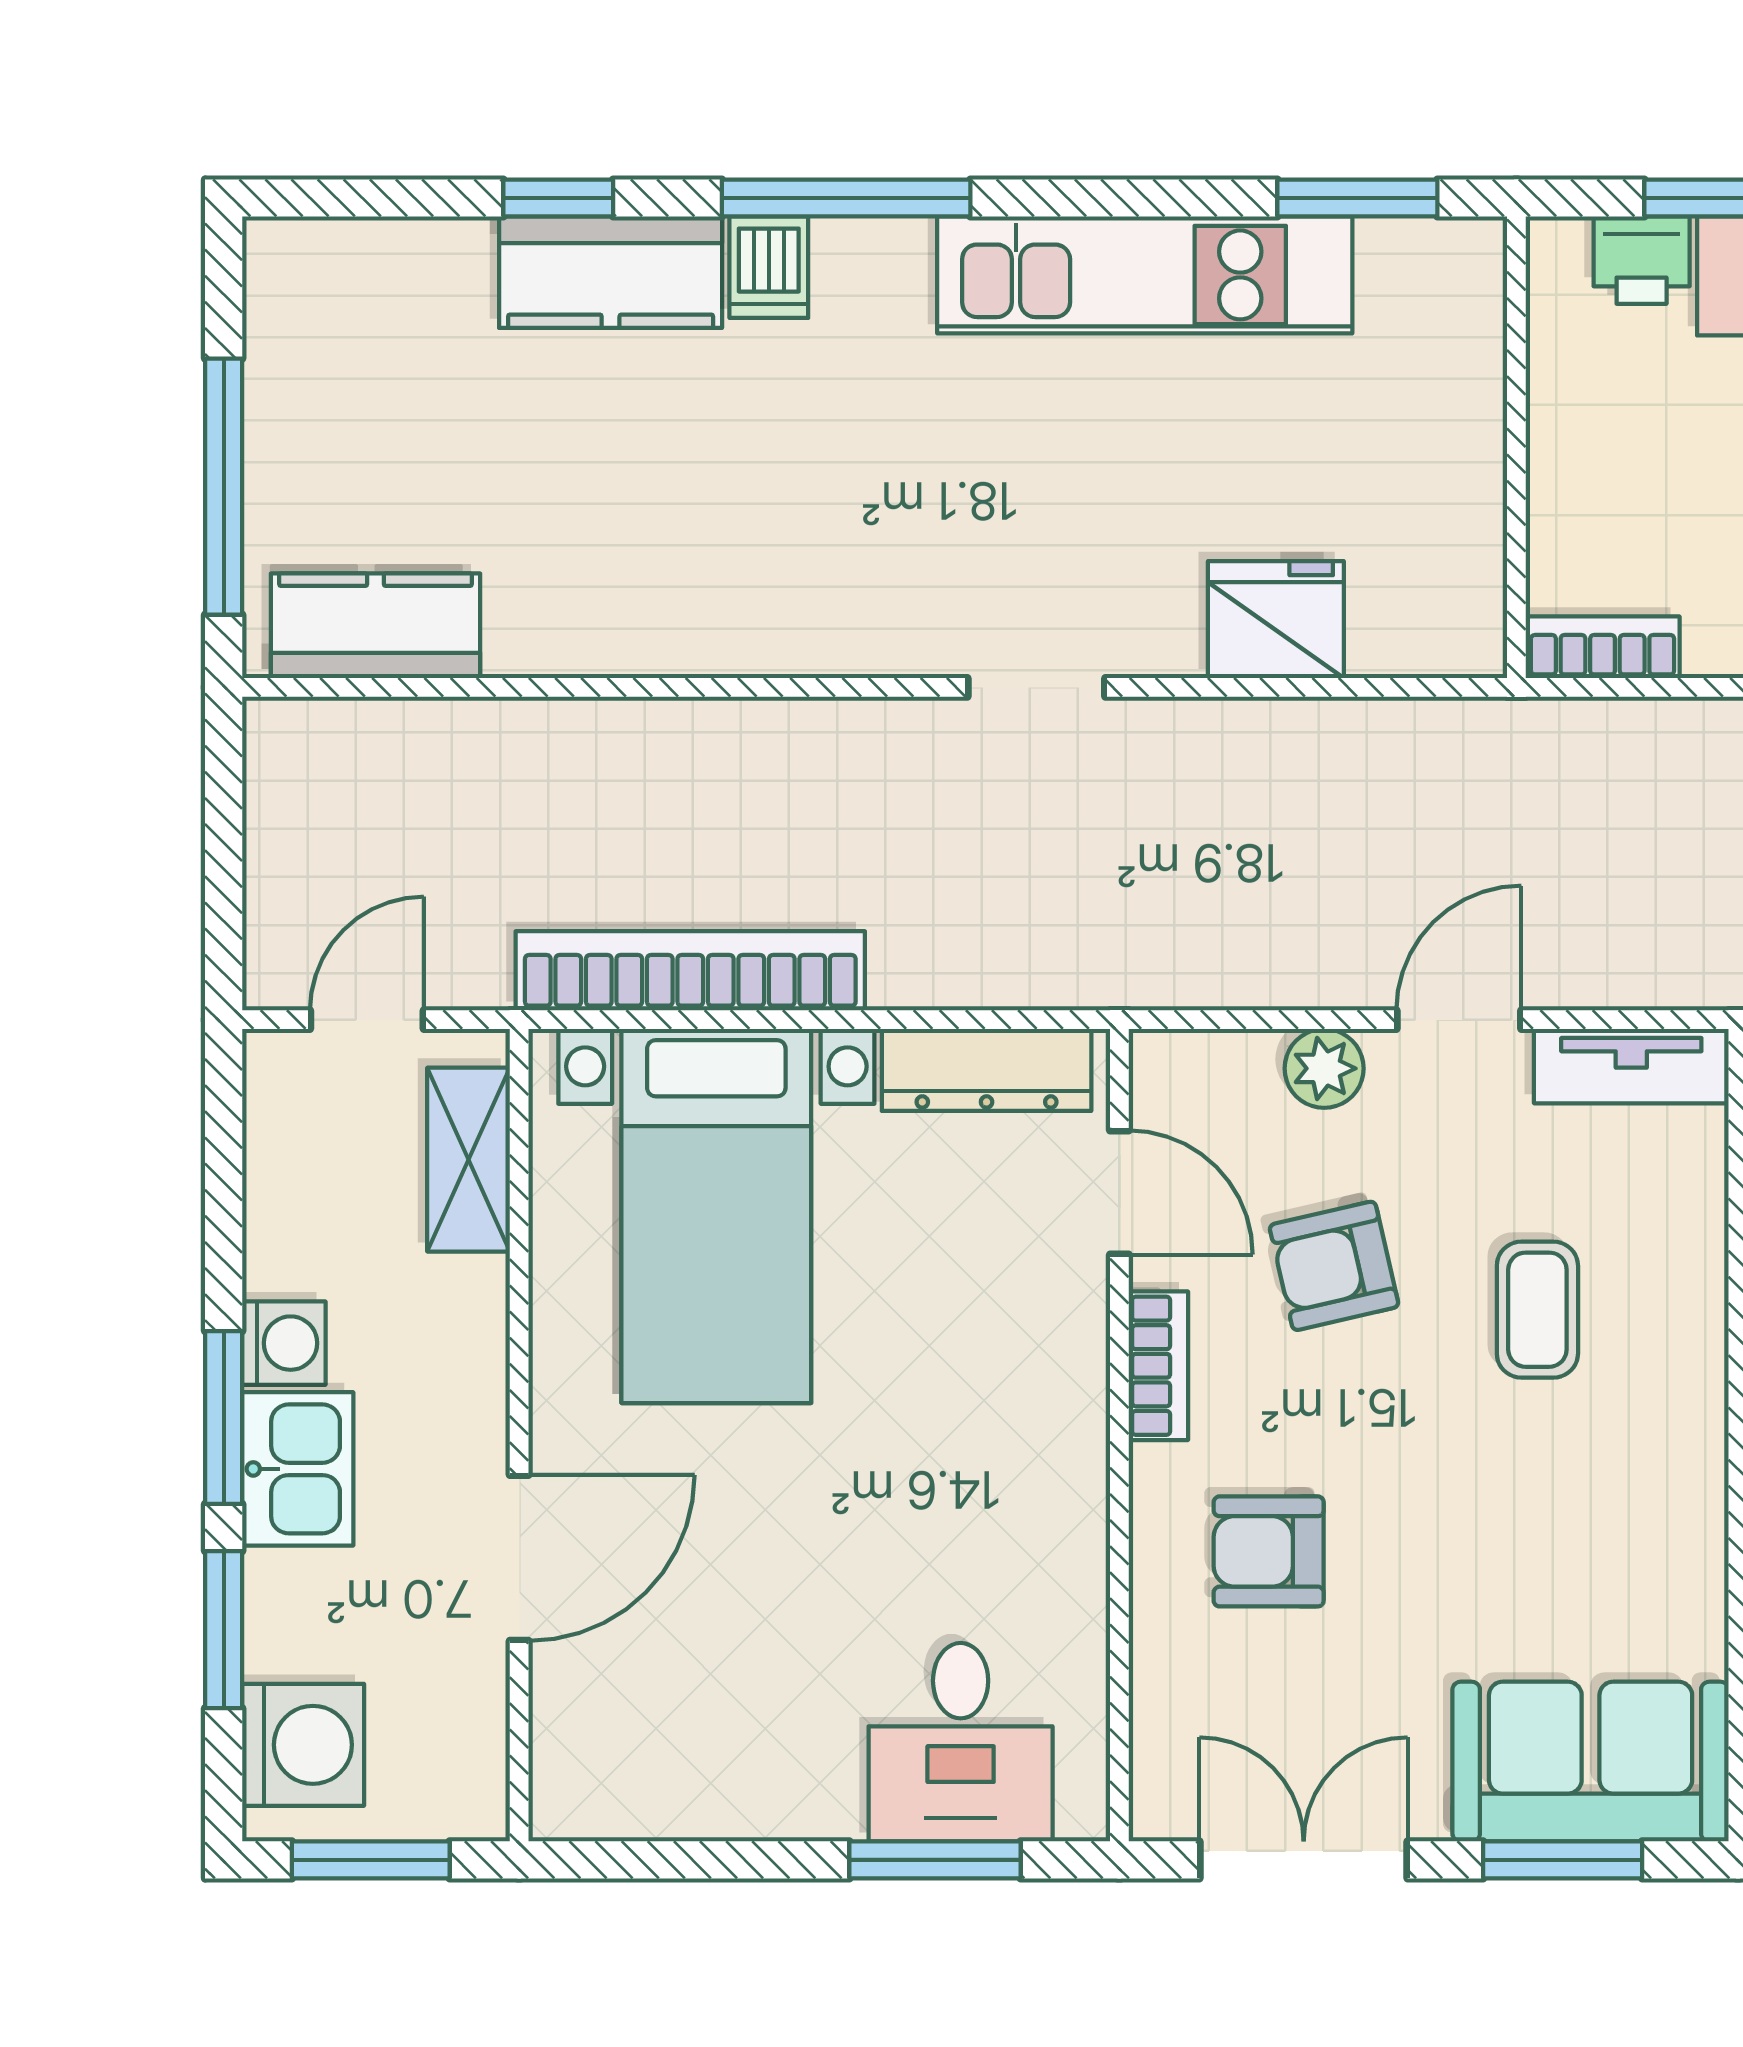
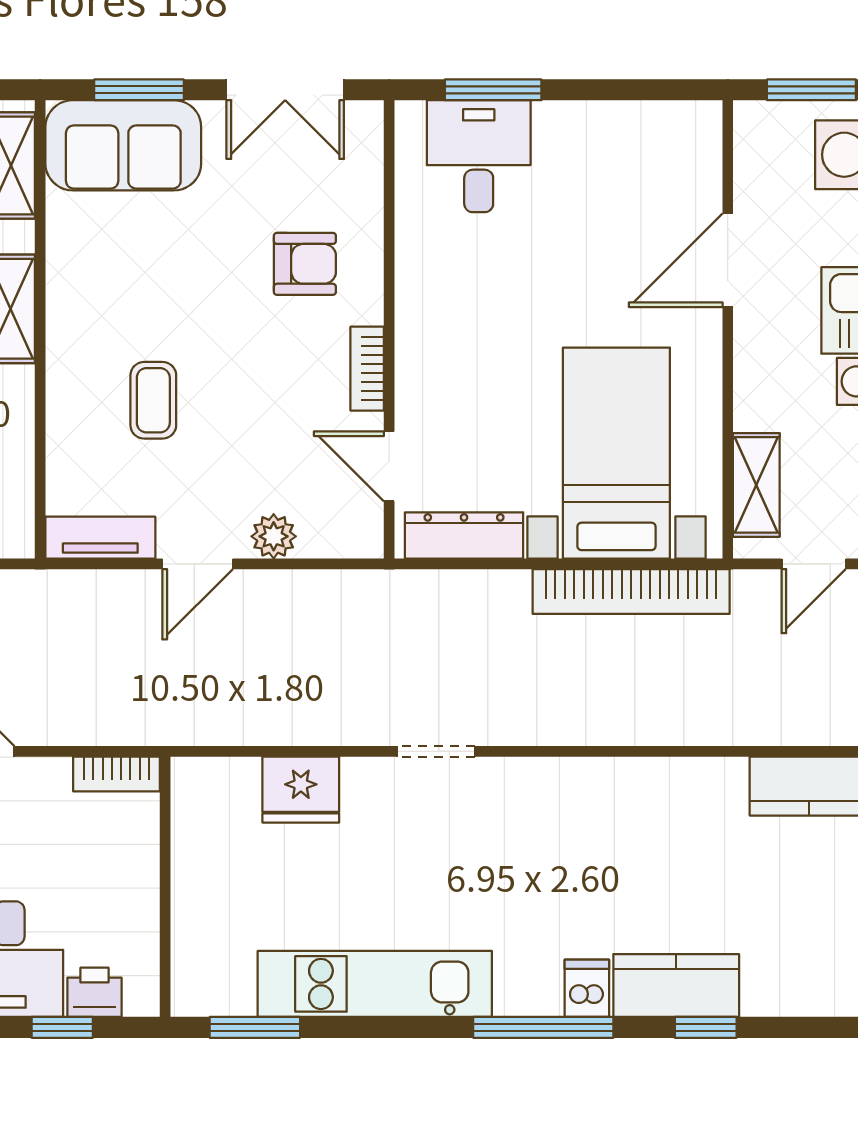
armchair: (1334, 1266) -> (268, 425), removed

